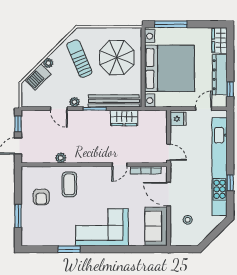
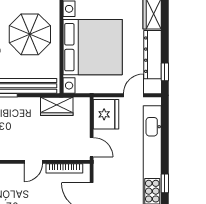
wardrobe: (124, 118) -> (57, 106), moved
fridge: (178, 119) -> (106, 114), width x1.88, depth x1.34

